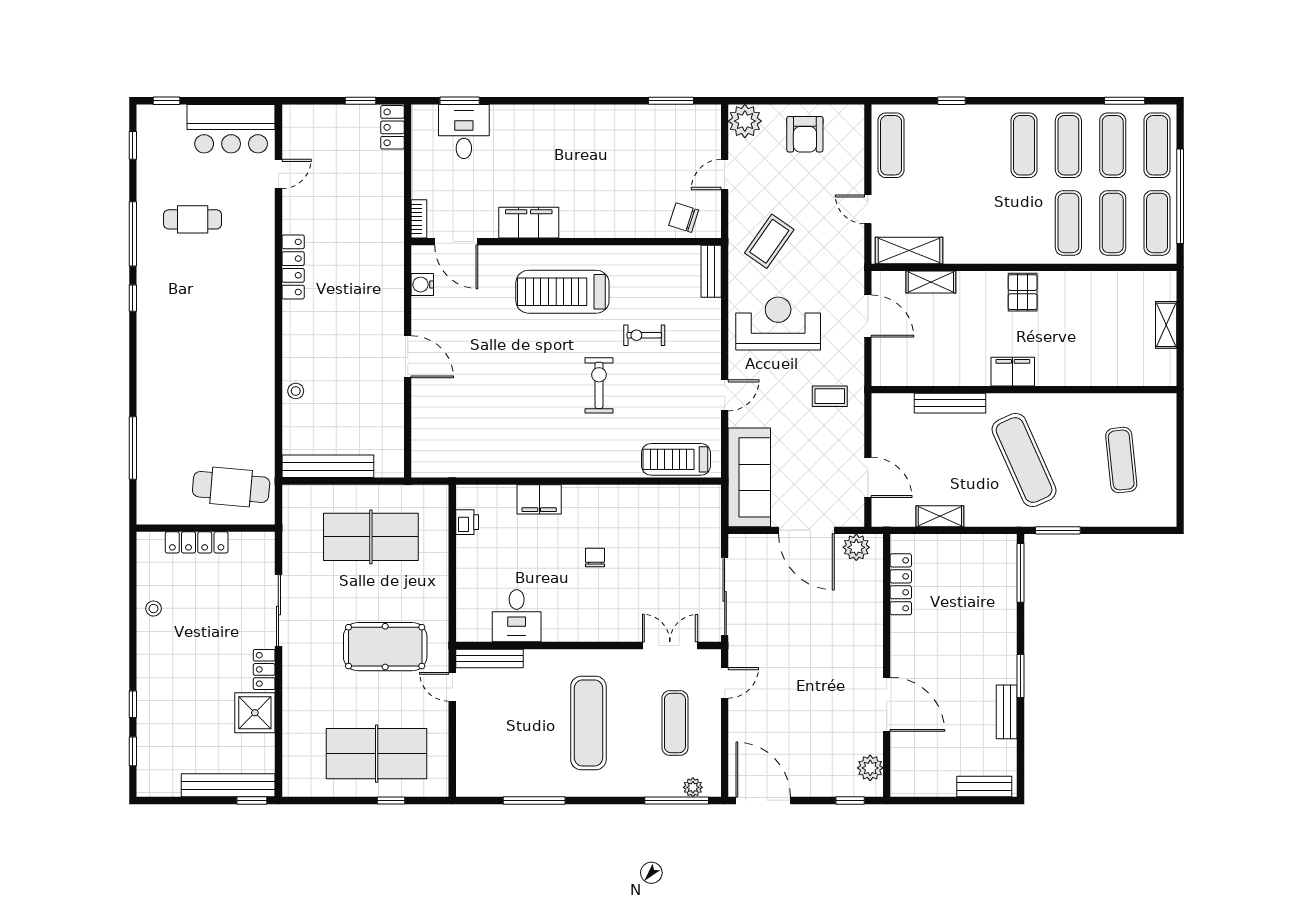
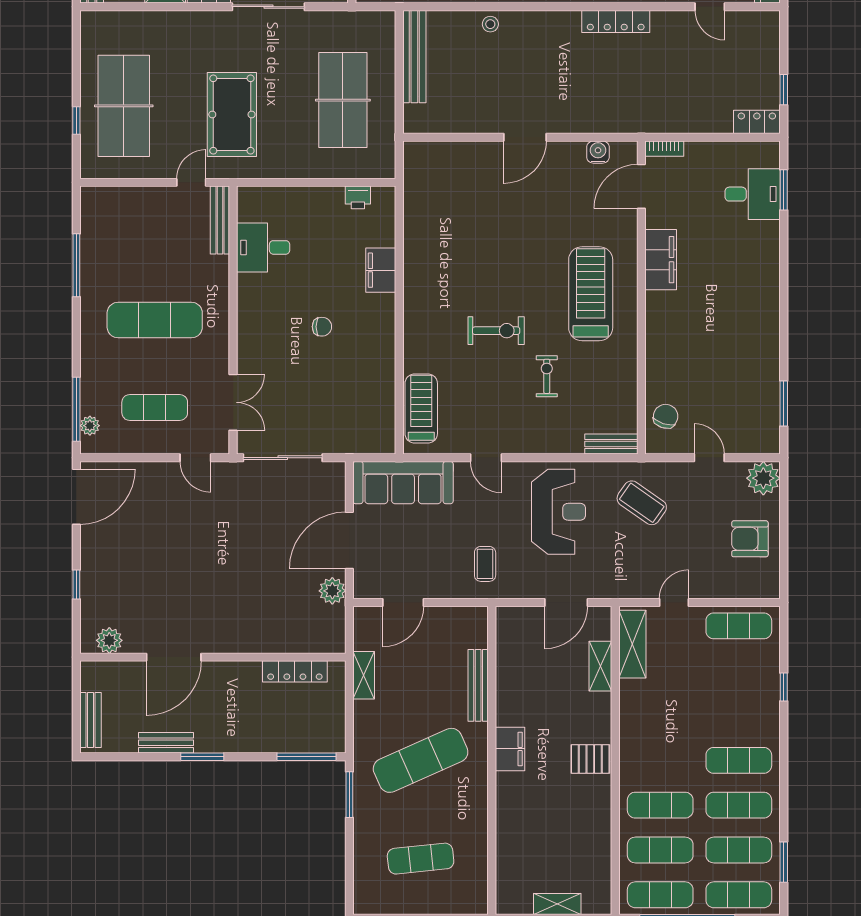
locker: (901, 584) -> (295, 671), moved
wall: (887, 665) -> (213, 657), moved
door: (887, 704) -> (174, 657), moved
plant: (870, 768) -> (109, 640), moved

